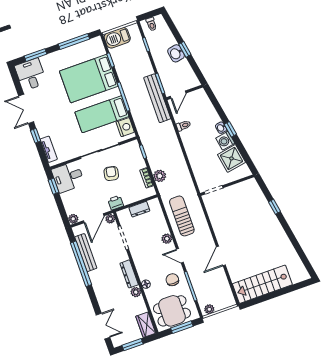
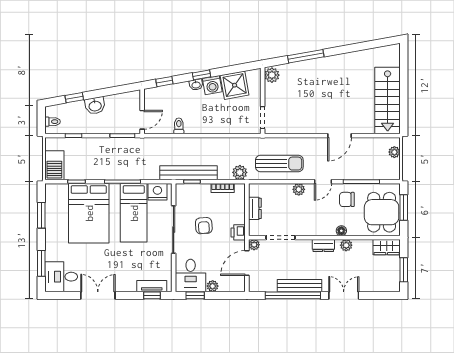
window: (74, 41) -> (41, 215), width x0.69
window: (185, 49) -> (74, 98), moved
door: (178, 95) -> (142, 120), hinge flipped
bench: (157, 98) -> (189, 173), moved
window: (215, 102) -> (164, 82), added
double door: (26, 109) -> (98, 295), swing flipped
window: (36, 136) -> (152, 295), moved
armchair: (111, 173) -> (204, 226), turned -105
plant: (160, 176) -> (240, 172), moved
plant: (250, 185) -> (272, 75), added
window: (275, 207) -> (306, 56), width x2.17
sun lounger: (182, 216) -> (279, 164), turned 180
door: (94, 218) -> (247, 263), swing flipped
plant: (73, 219) -> (213, 286), moved
bench: (86, 253) -> (299, 286), moved
door: (221, 256) -> (340, 136), hinge flipped
dresser: (129, 274) -> (323, 245), width x0.70
plant: (209, 309) -> (394, 152), moved
double door: (103, 326) -> (344, 295), moved

